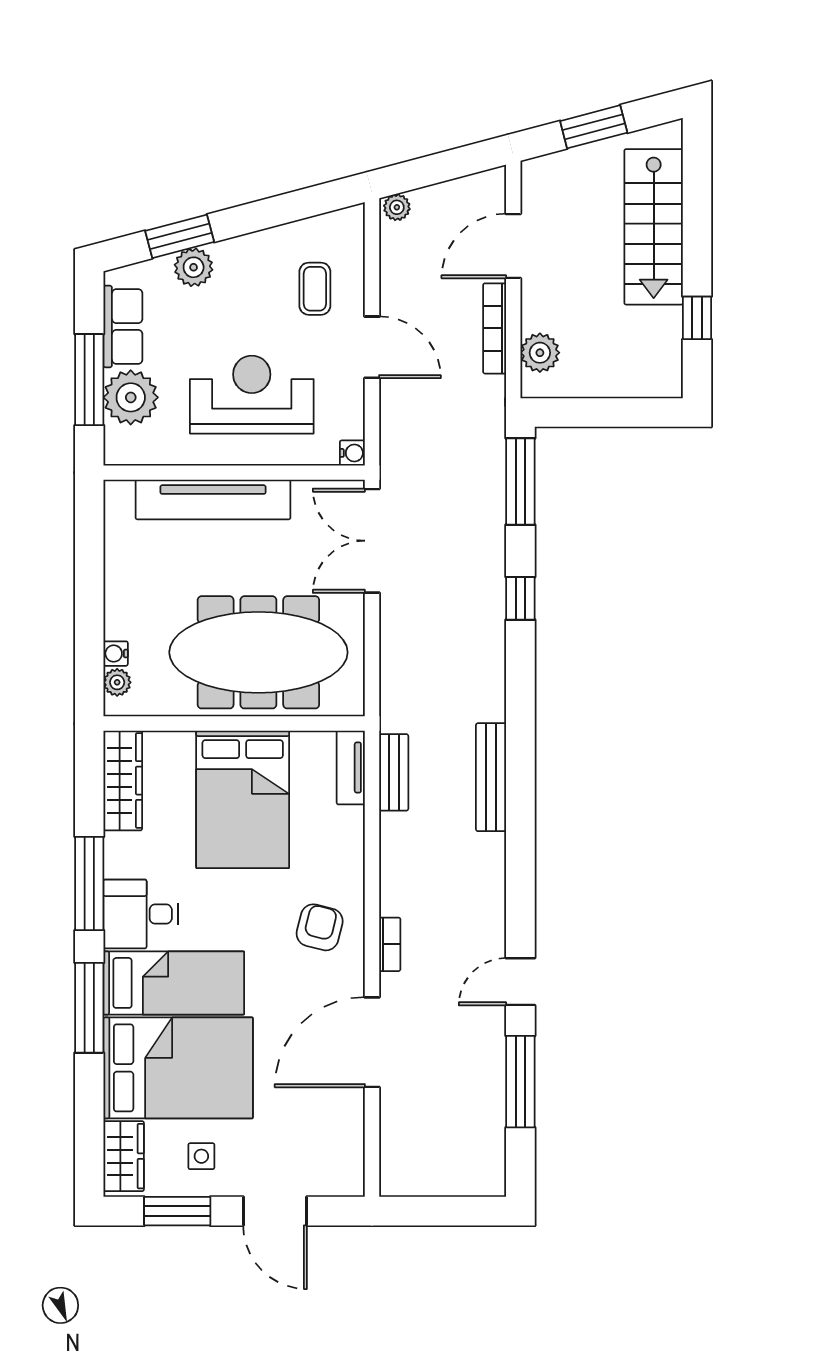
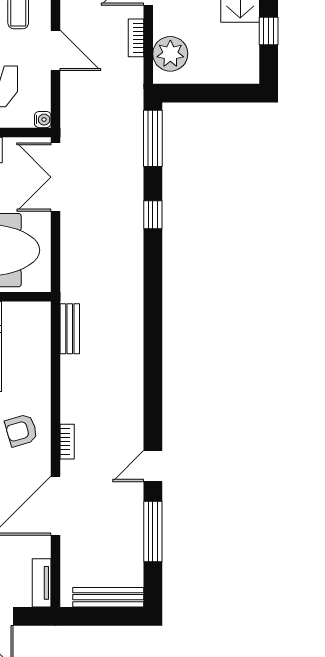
bookcase: (495, 328) -> (136, 38), width x0.64
plant: (540, 353) -> (170, 54), width x1.36, depth x1.36
tv unit: (351, 768) -> (42, 583), moved
bench: (491, 777) -> (108, 597), moved, turned 90
armchair: (320, 927) -> (21, 430), turned -120

